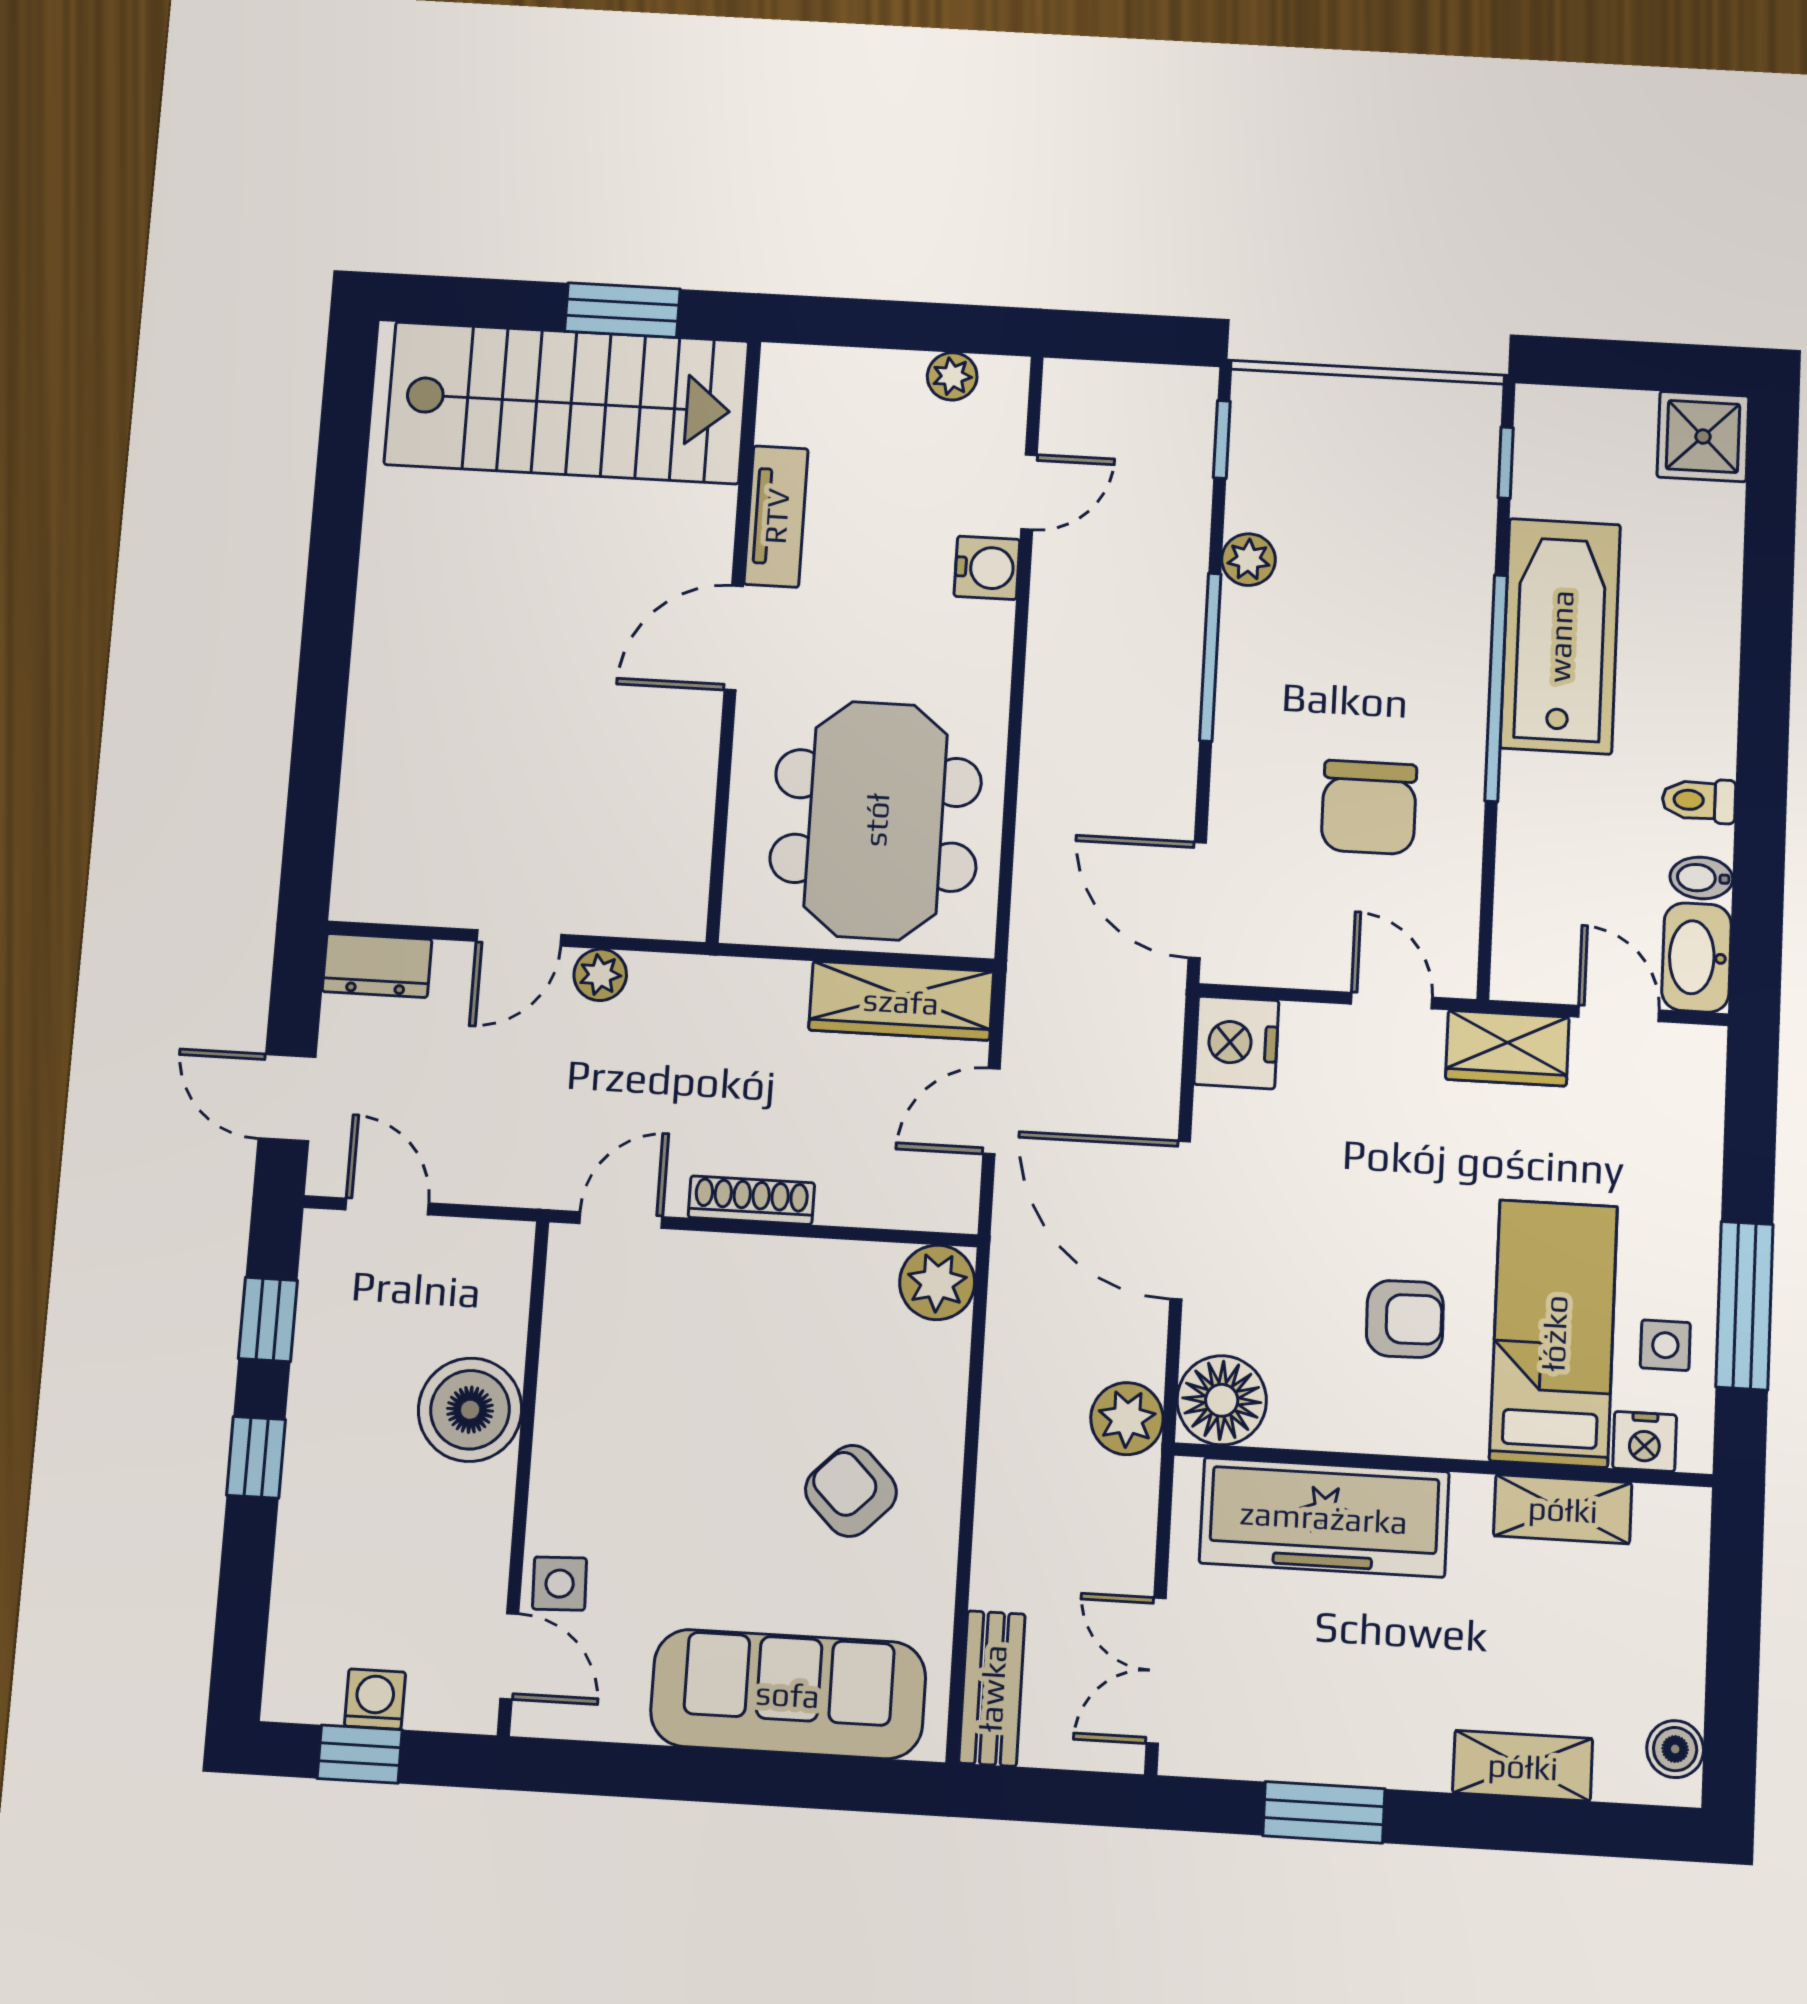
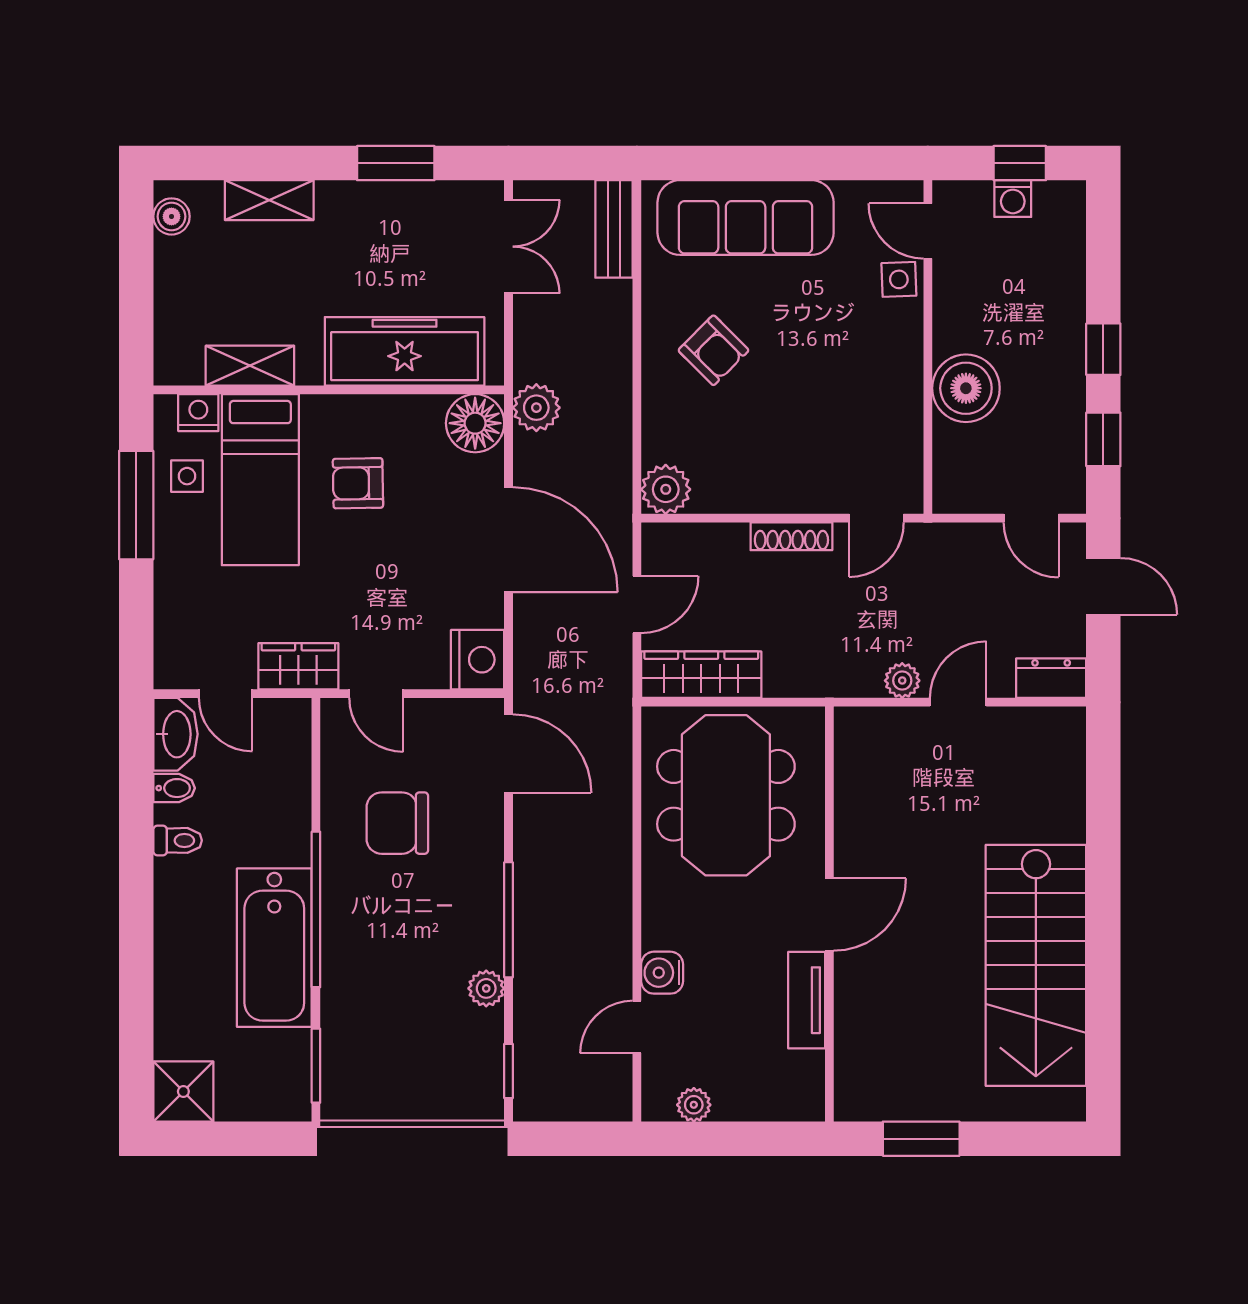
stairs: (567, 403) -> (1036, 965), moved, turned -90
window: (1506, 463) -> (316, 1066), width x1.50
chair: (1369, 807) -> (397, 823), turned -90

